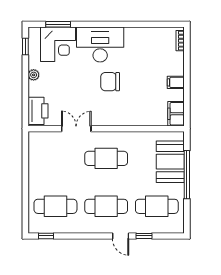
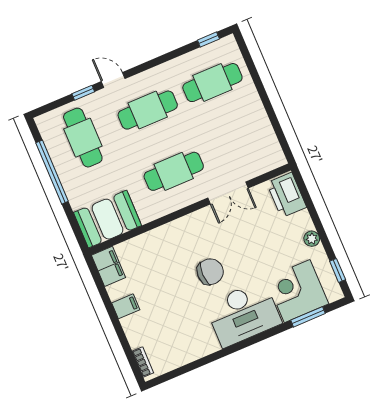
booth: (170, 162) -> (108, 219), moved, turned 90
window: (187, 175) -> (52, 172), moved
cafe table: (157, 206) -> (83, 138), turned 90

